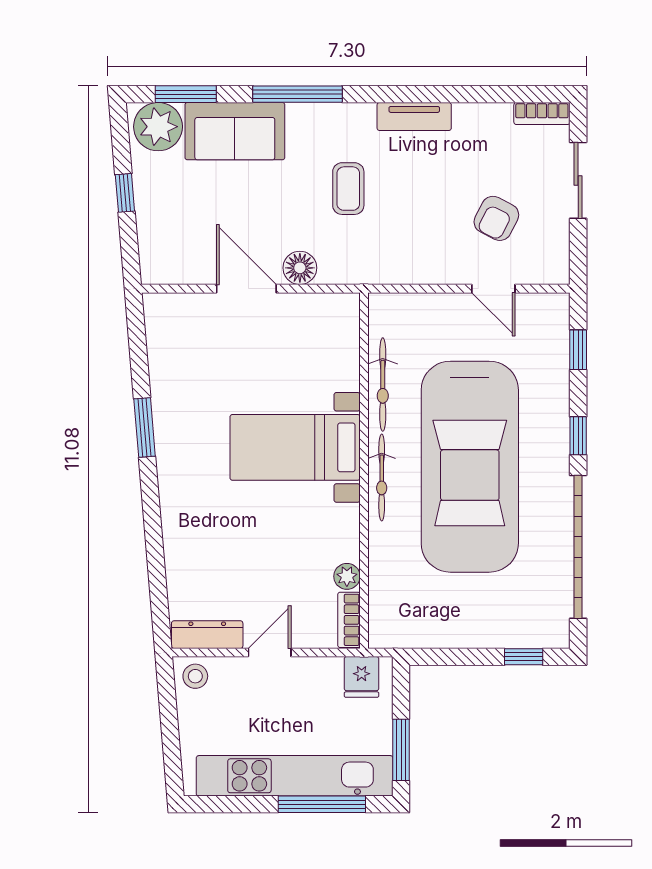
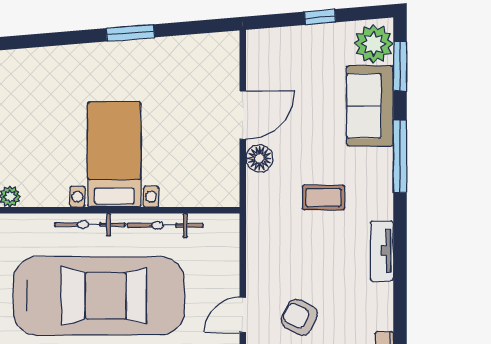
car: (470, 467) -> (99, 296), turned 180

